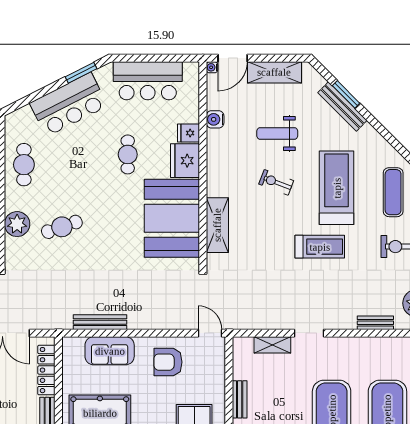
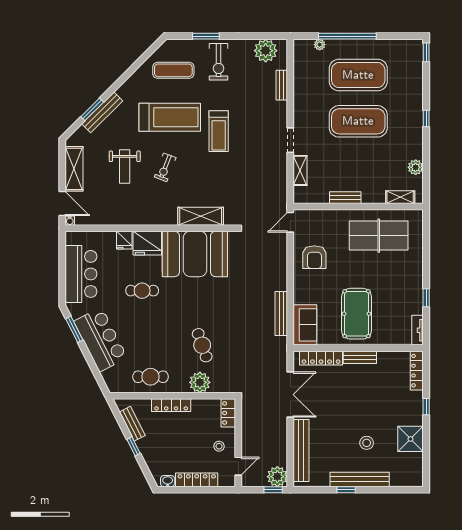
water cooler: (215, 119) -> (113, 218), removed
treadmill: (337, 188) -> (170, 117), turned 180
treadmill: (320, 247) -> (219, 131), turned 180
sofa: (110, 351) -> (305, 325), moved

